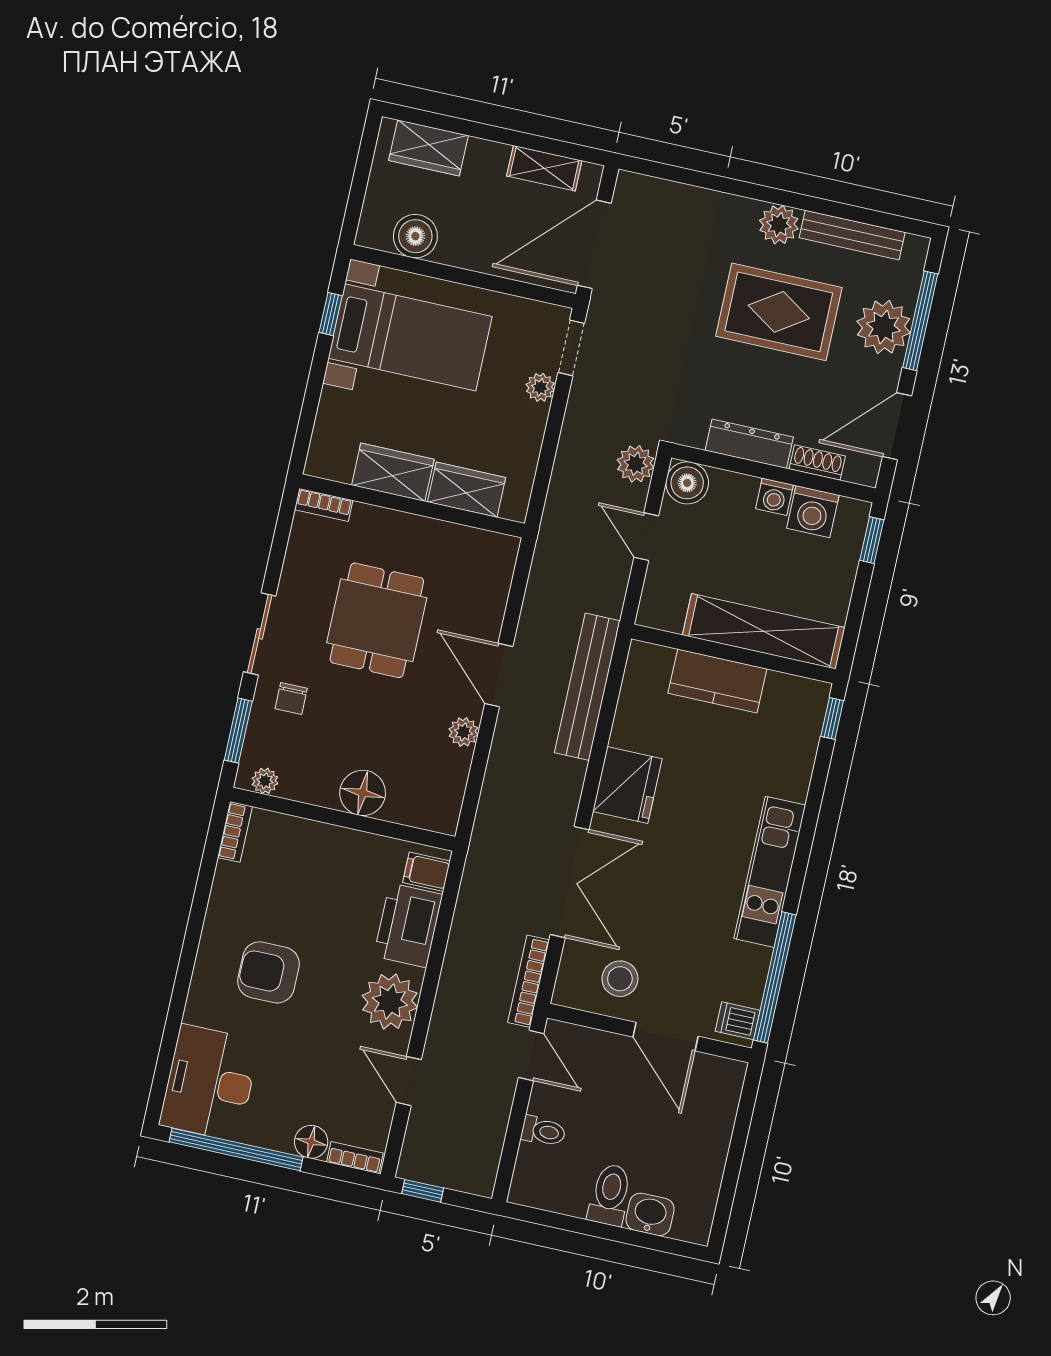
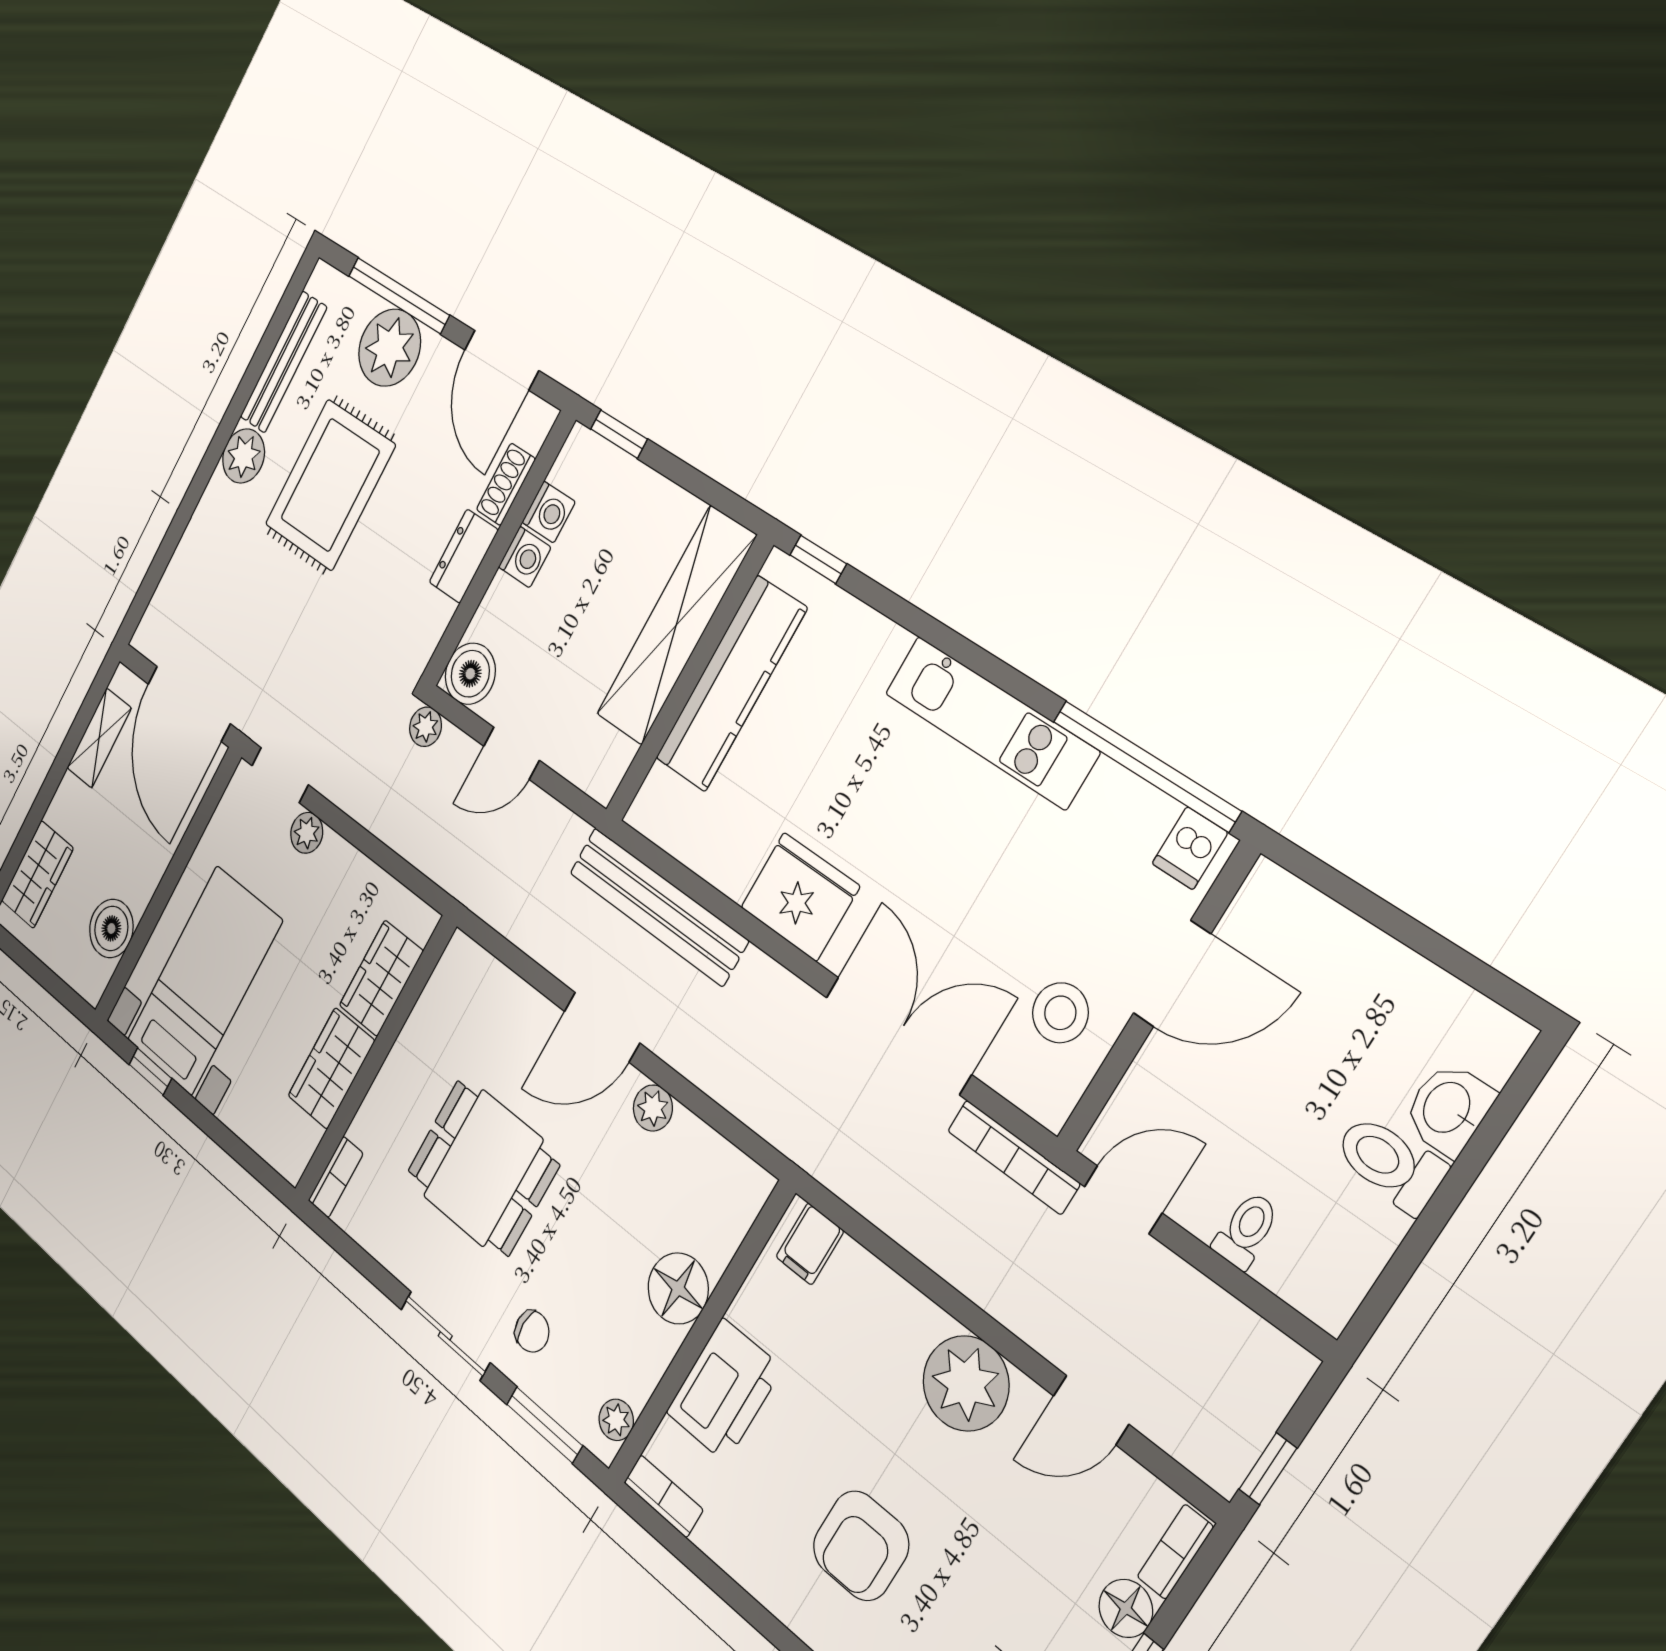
dresser: (749, 444) -> (464, 556), width x0.70
plant: (636, 464) -> (426, 727), width x0.73, depth x0.73
washing machine: (813, 512) -> (549, 512), width x0.73, depth x0.73
kitchen counter: (717, 681) -> (731, 684), width x1.50
printer: (408, 925) -> (724, 1390), moved, turned -90

